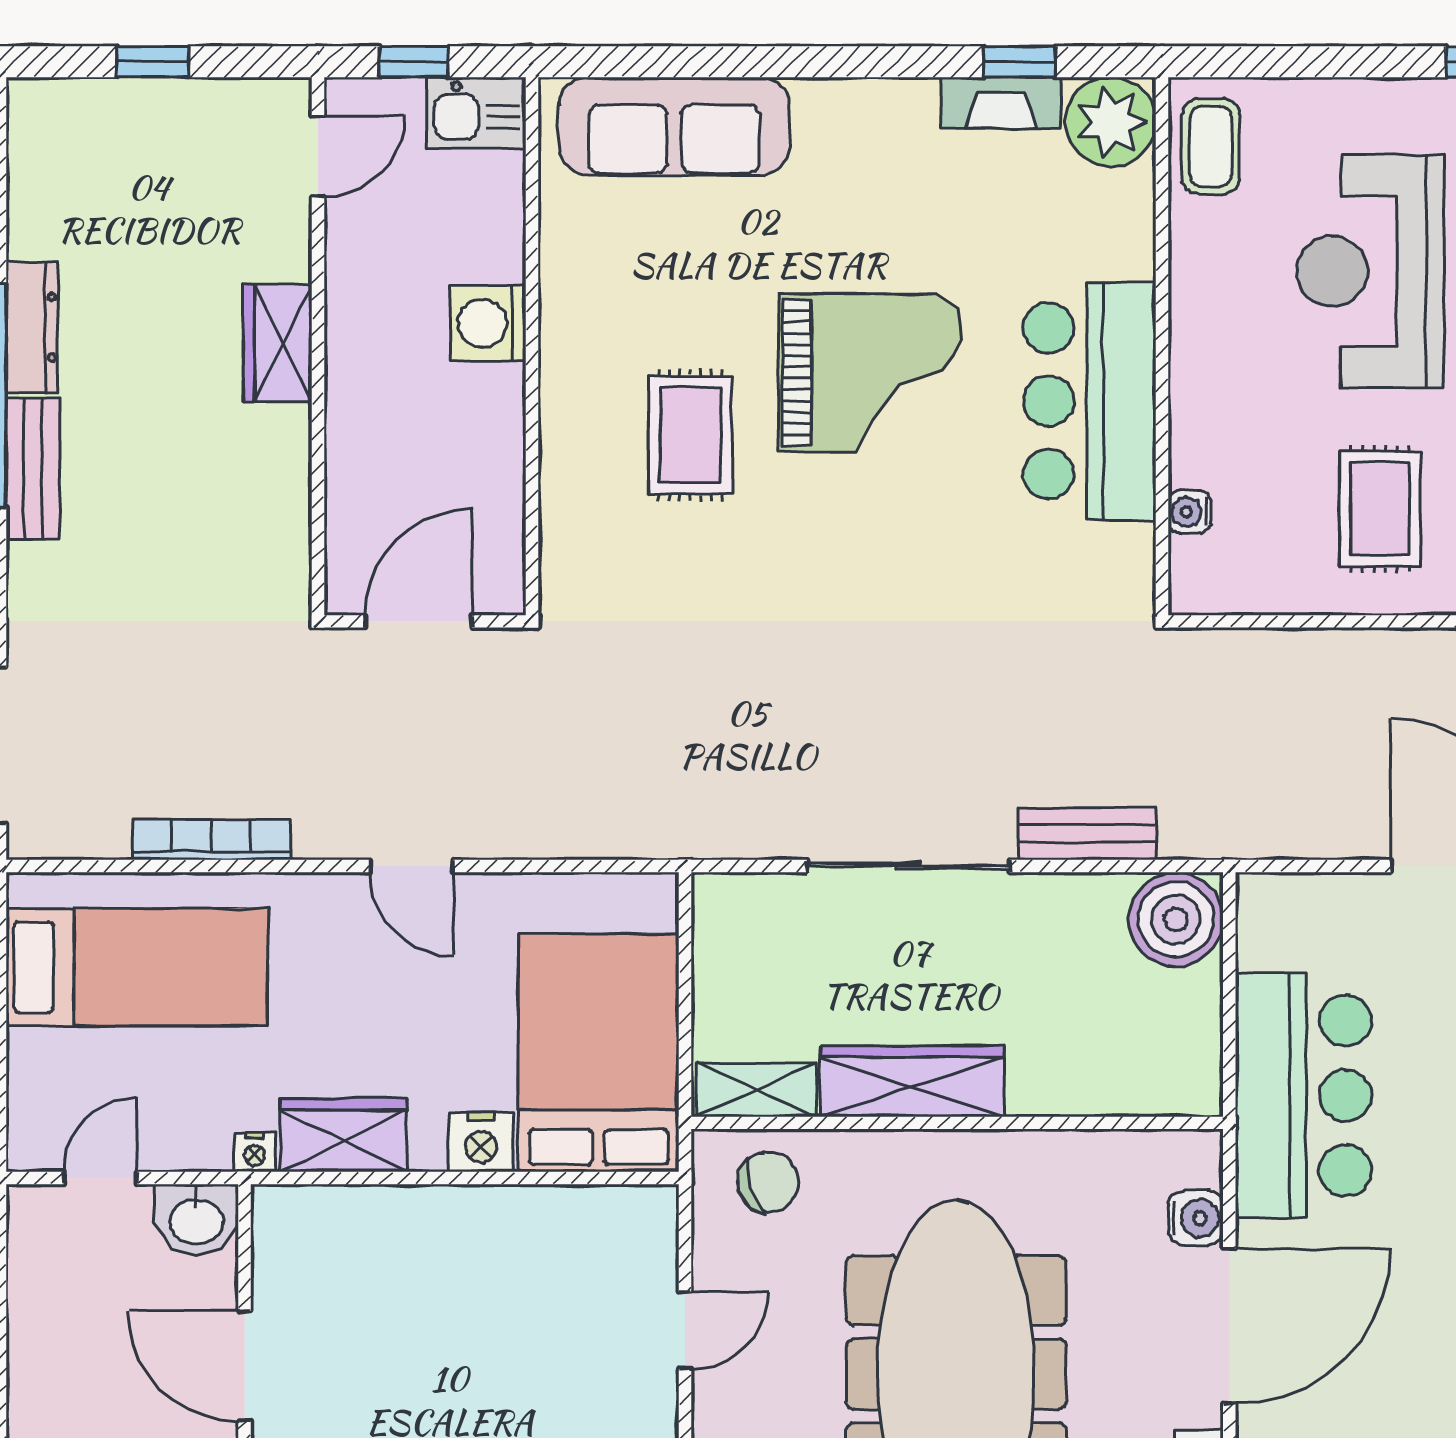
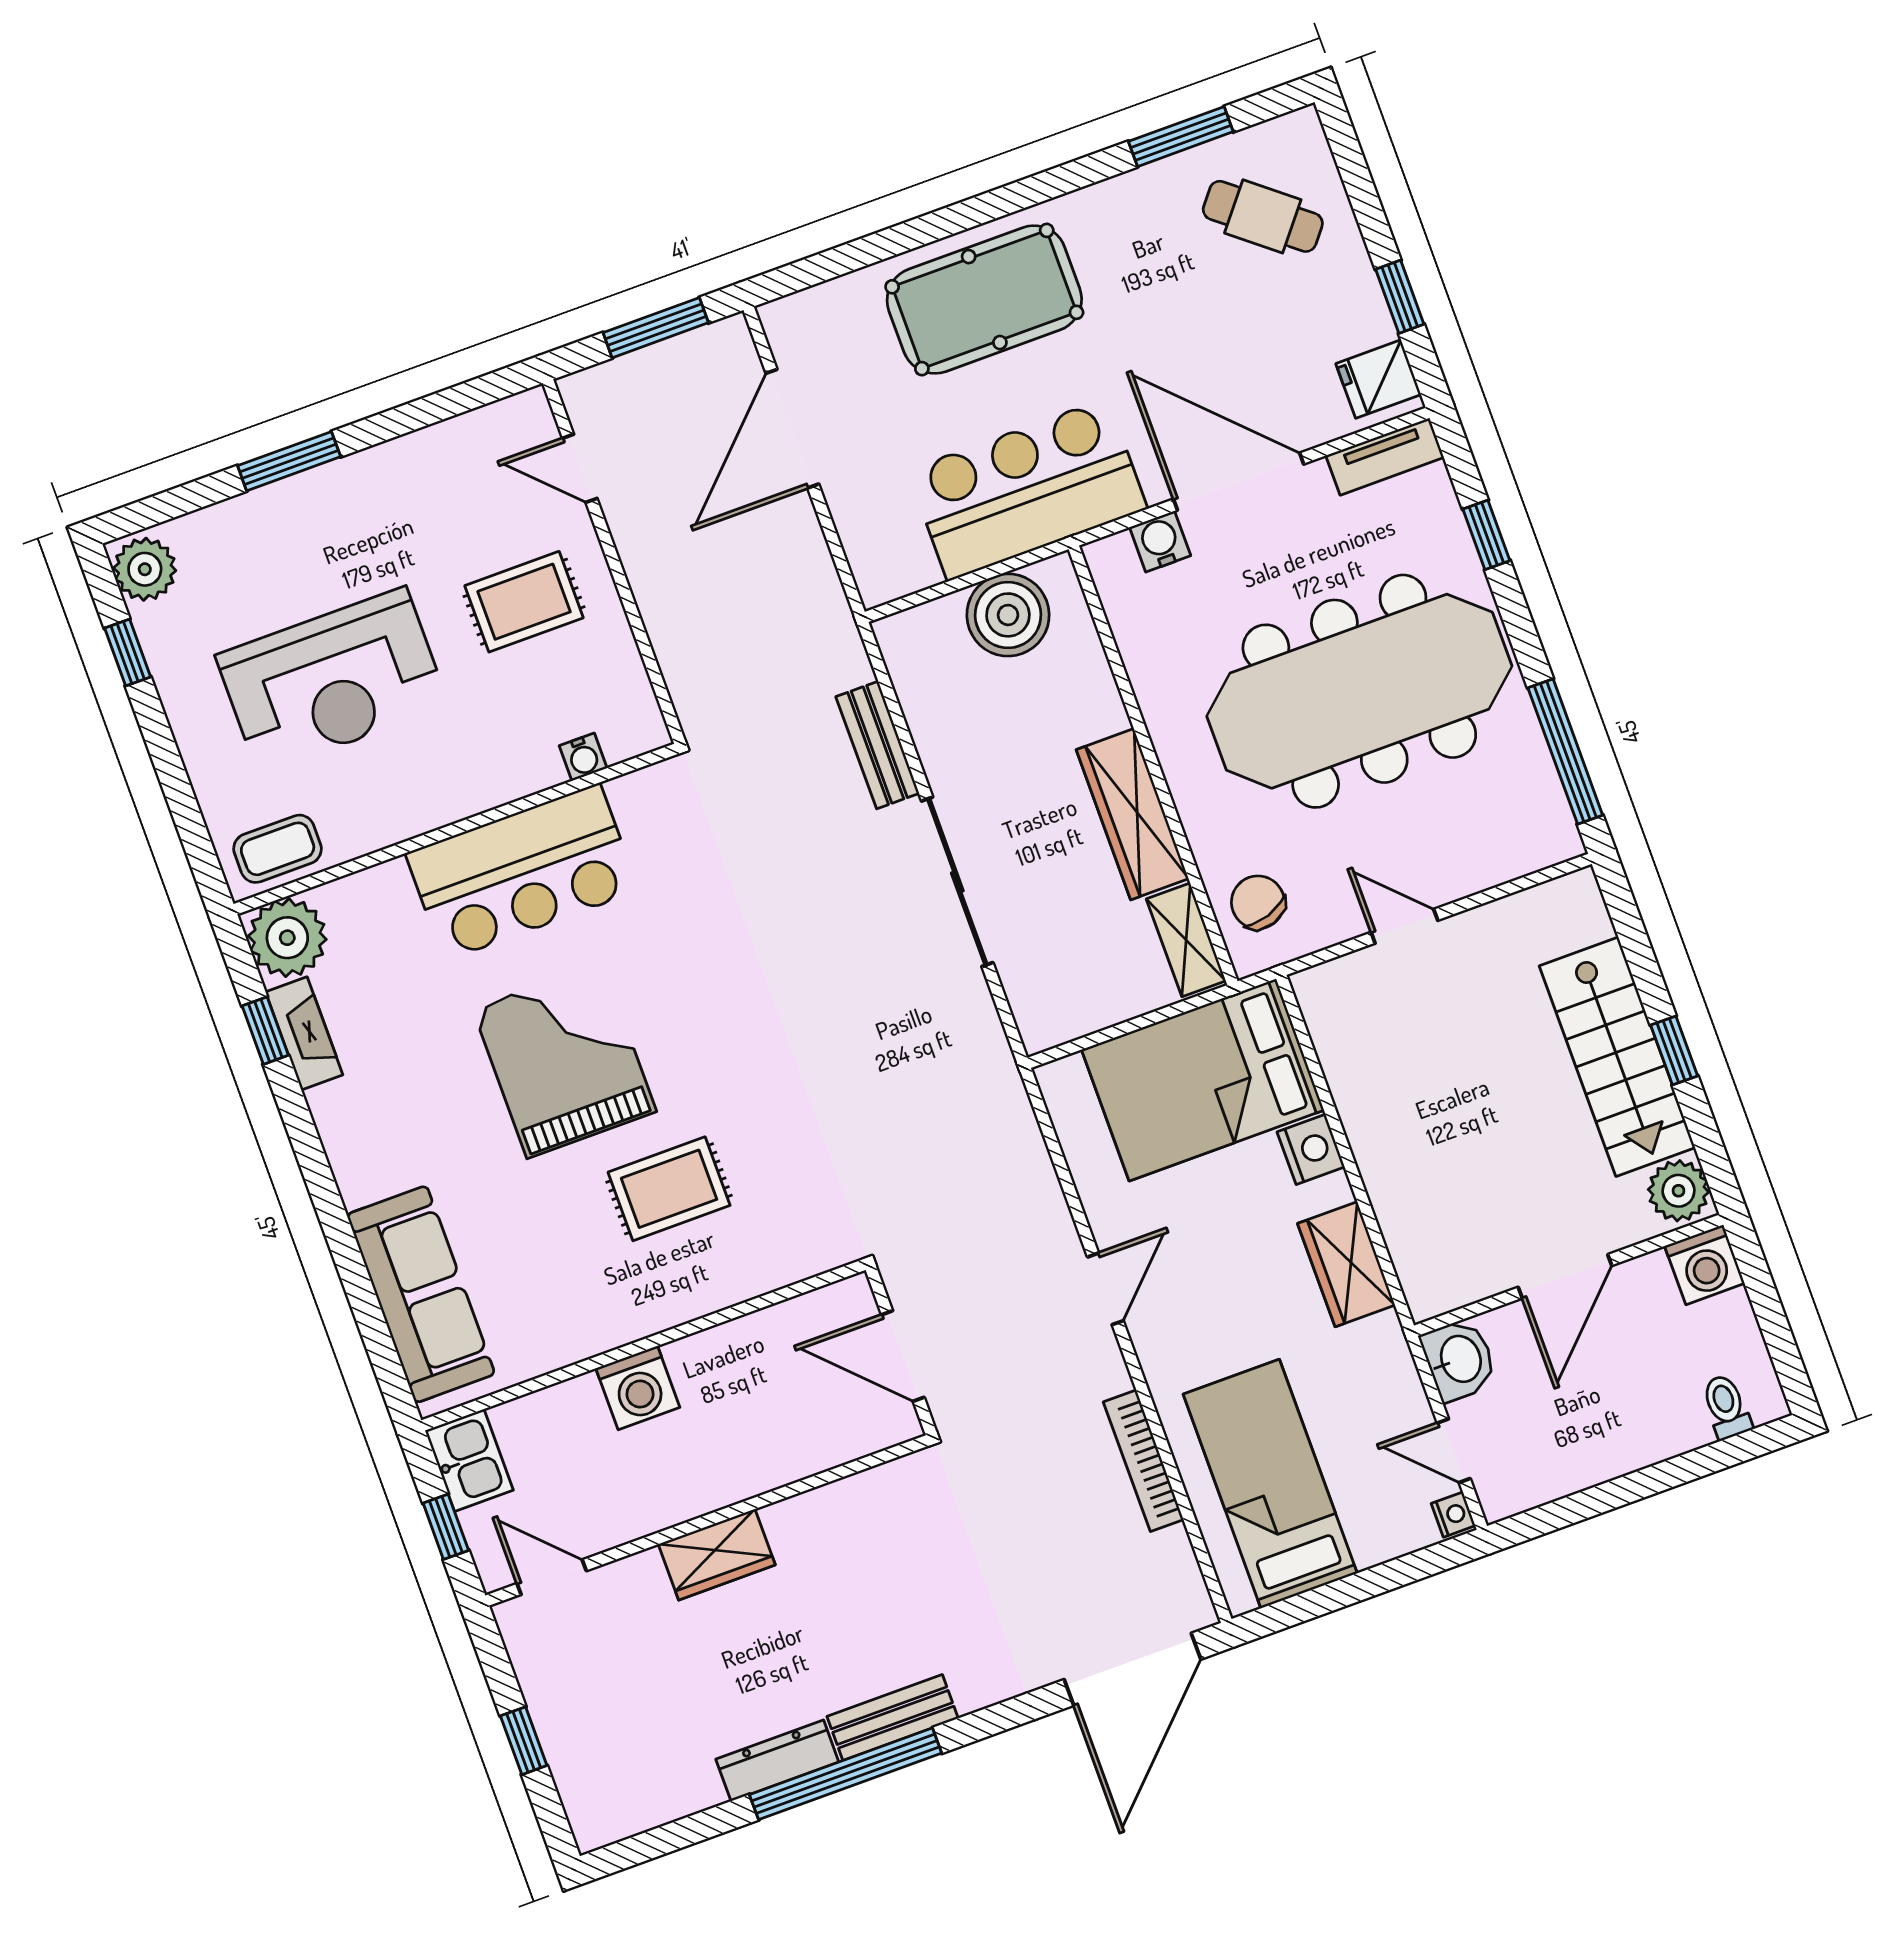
boiler: (1176, 919) -> (1008, 615), moved
nightstand: (255, 1152) -> (1453, 1515), moved

